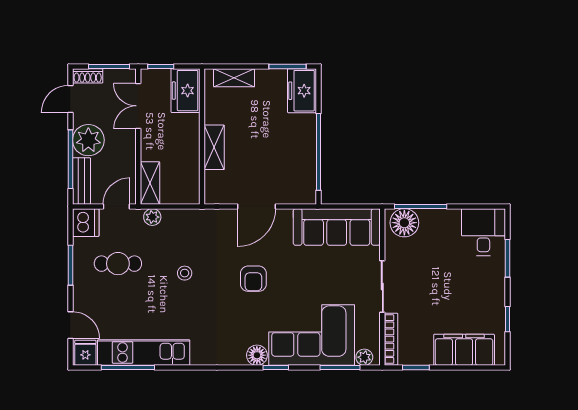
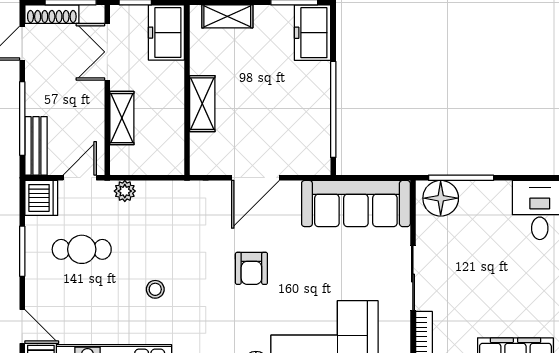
shoe rack: (88, 76) -> (52, 14), width x1.43
plant: (88, 140) -> (45, 95), removed
shelving: (150, 183) -> (122, 118), moved
stool: (185, 273) -> (155, 289), moved

